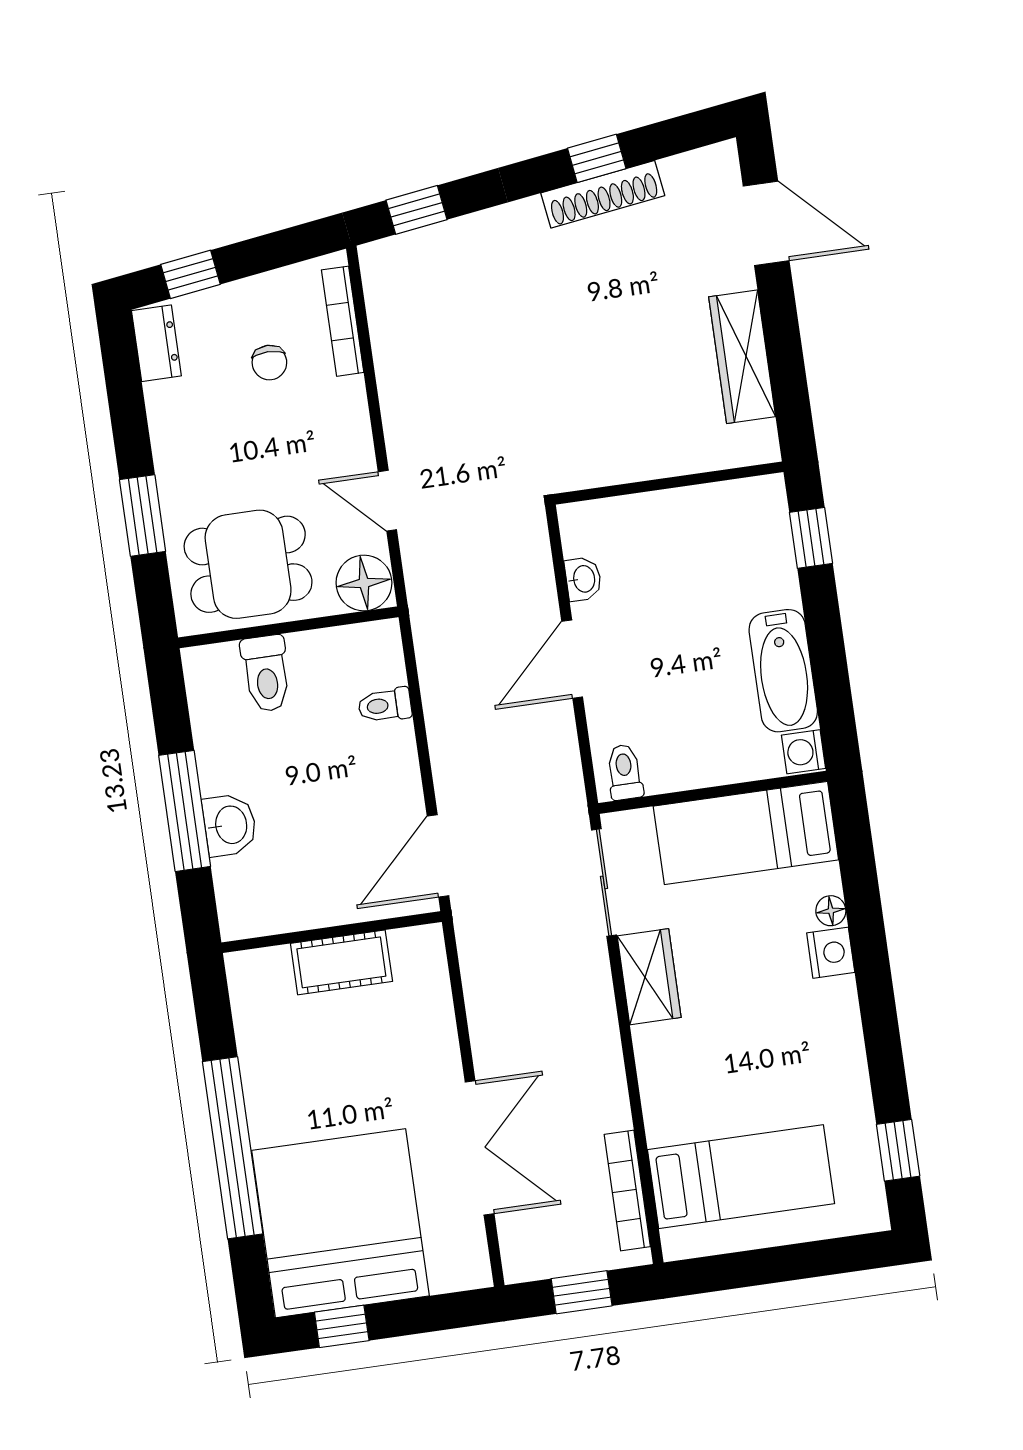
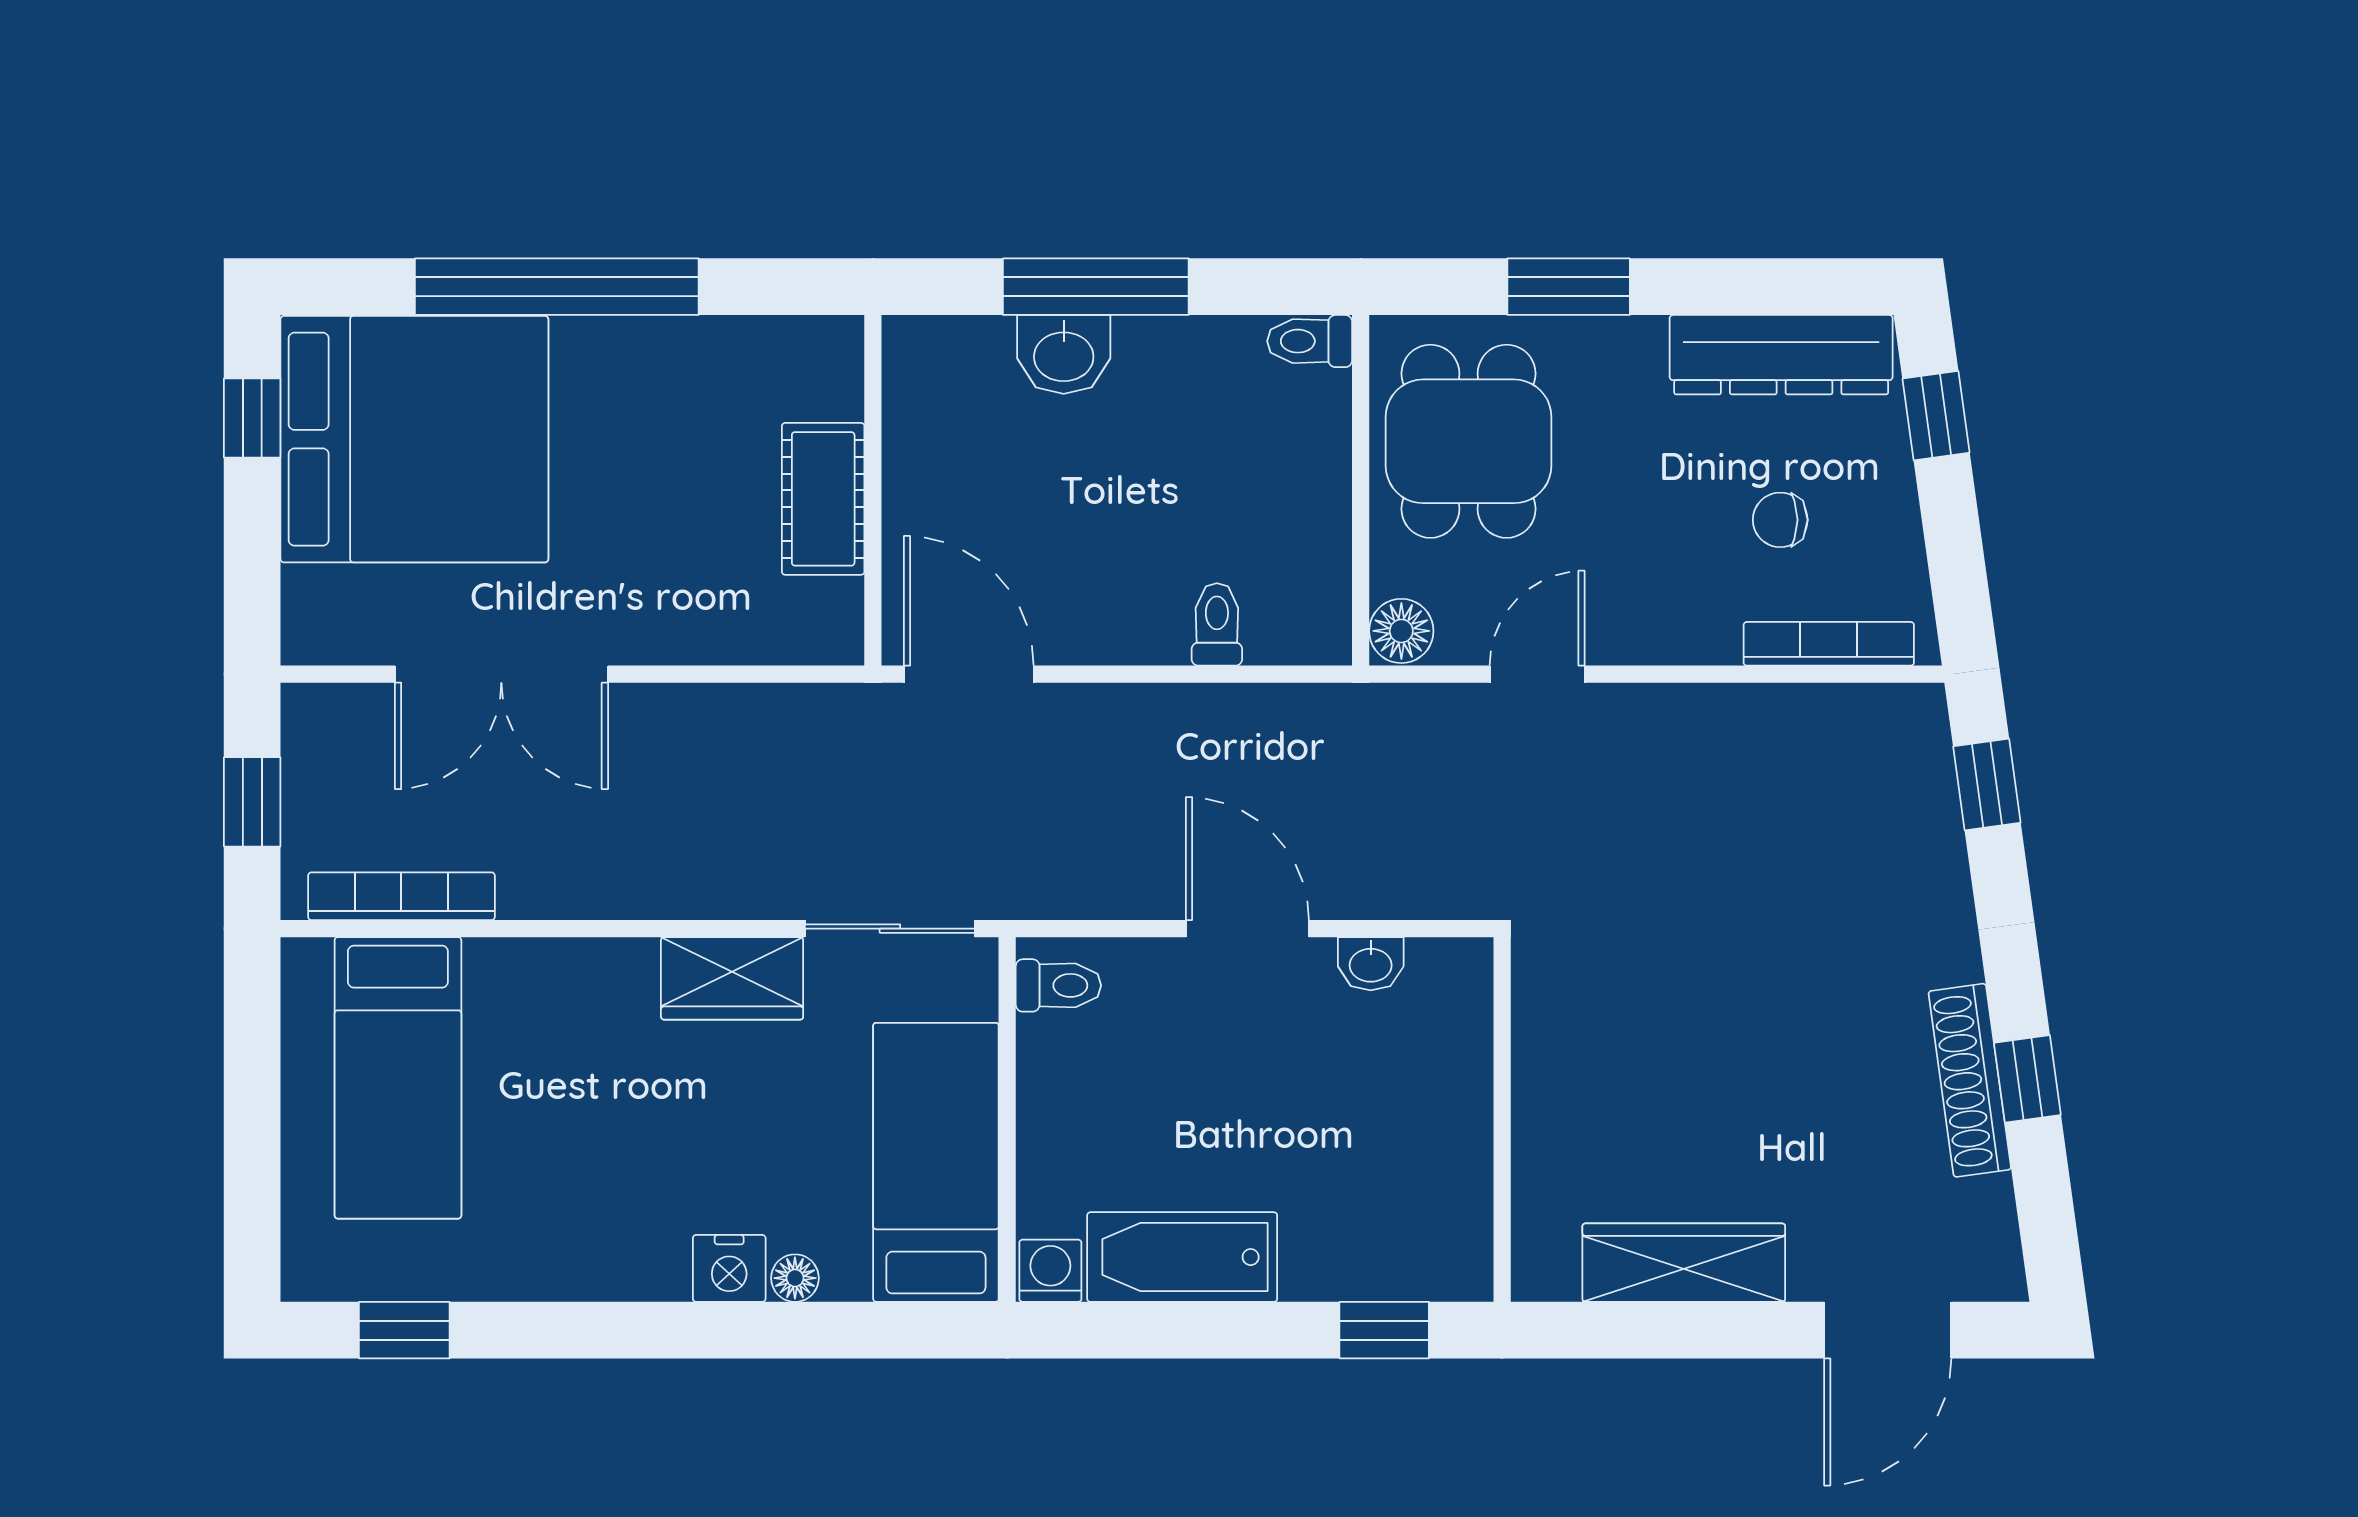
dresser: (156, 343) -> (1781, 355), width x1.96, depth x1.24
floor lamp: (364, 583) -> (1401, 631), width x0.73, depth x0.73
toilet: (266, 673) -> (1310, 341), moved, width x0.73, depth x0.72

